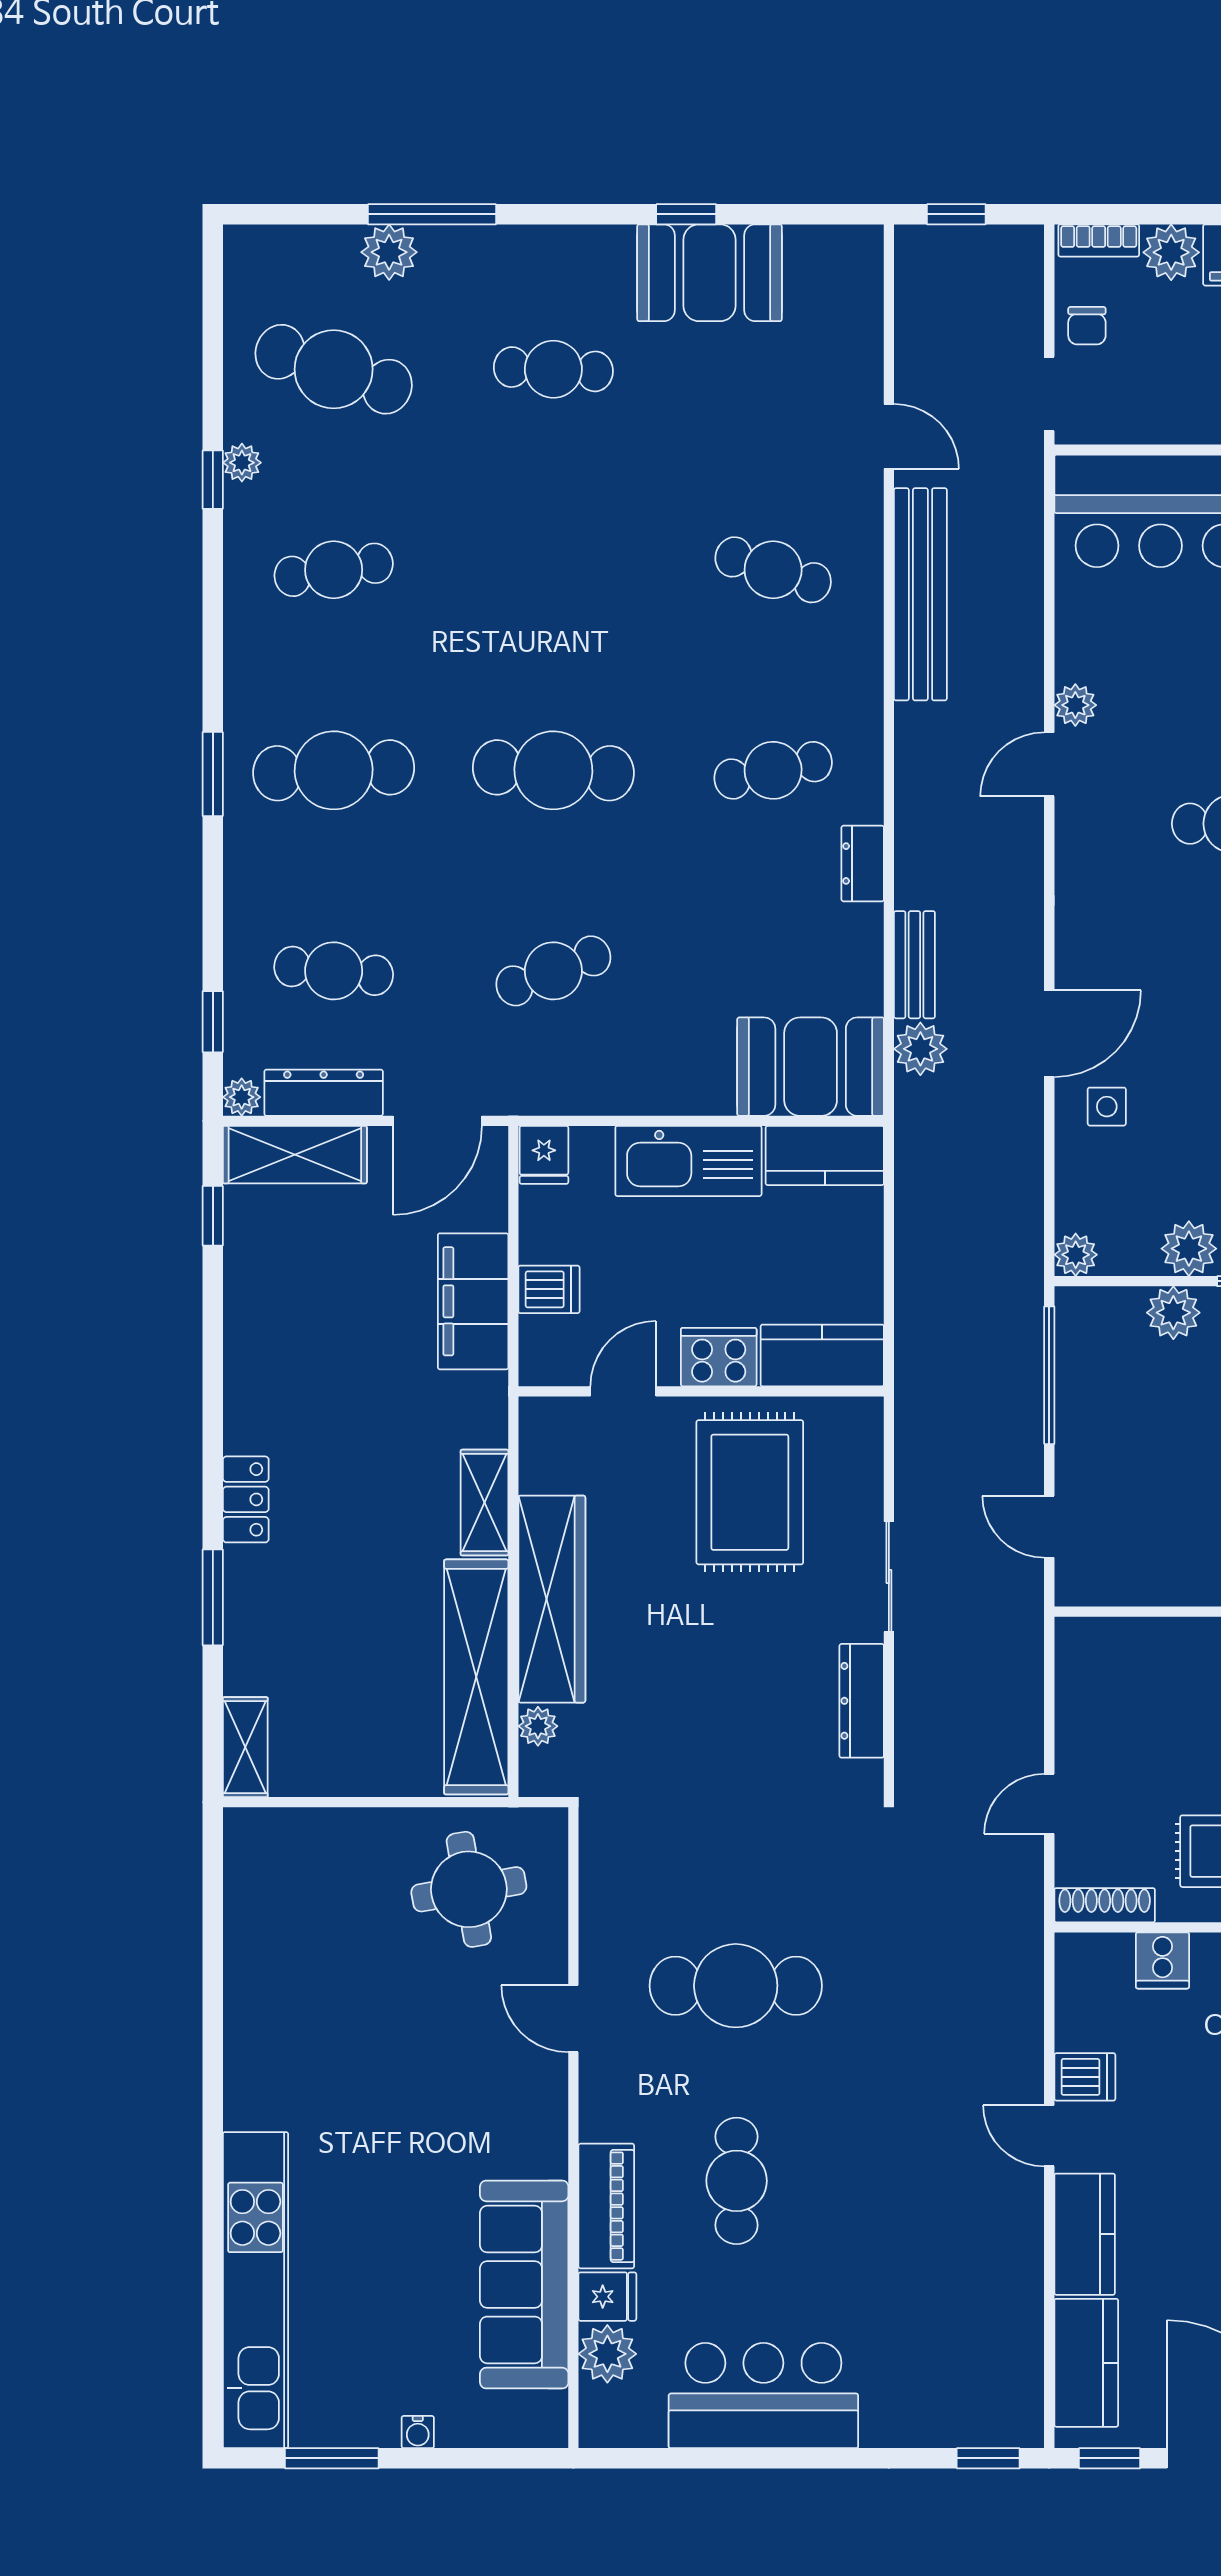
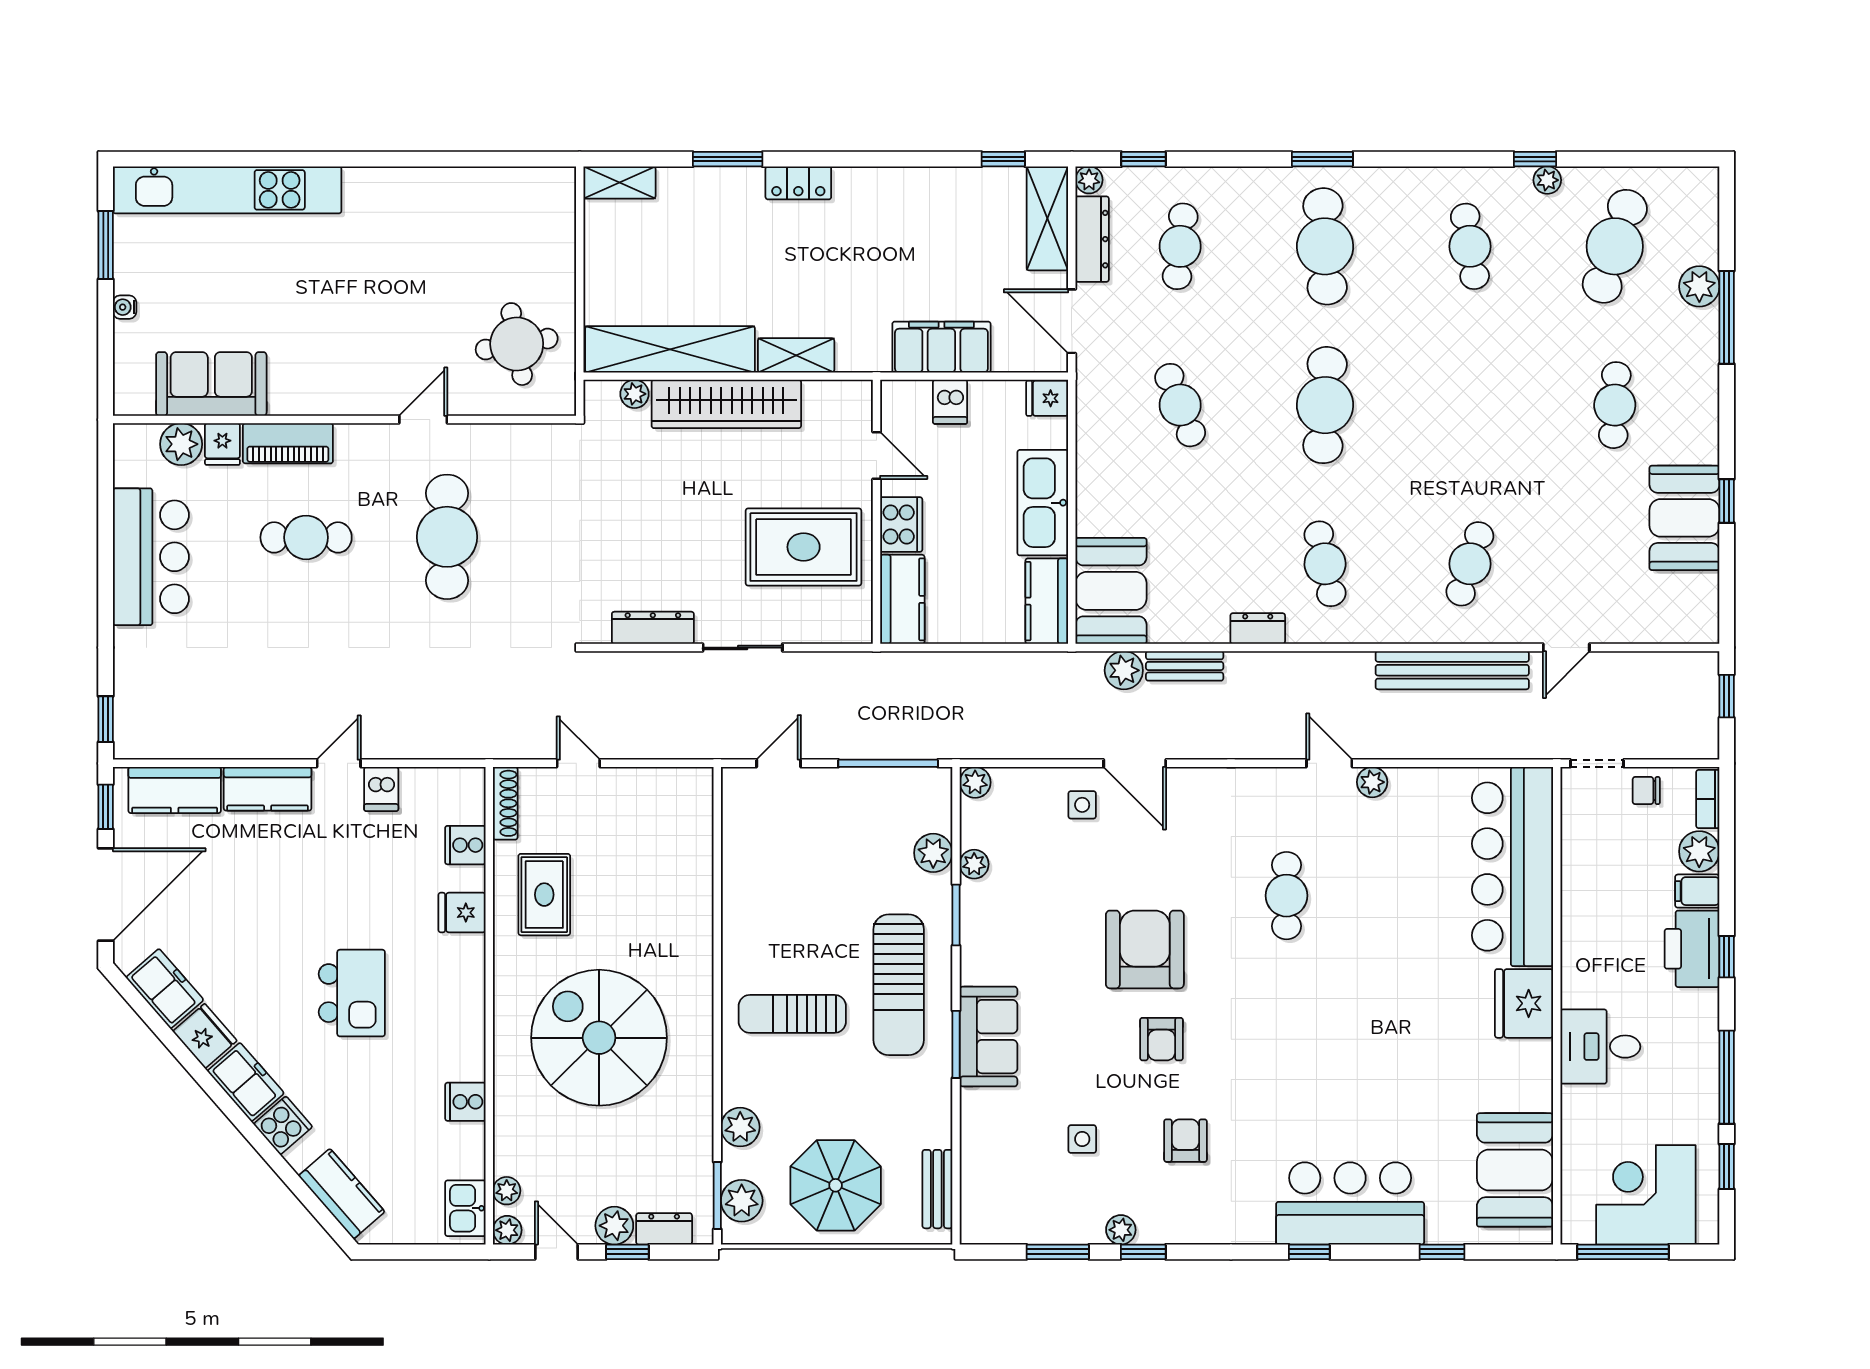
plant: (1189, 1249) -> (974, 864), width x0.73, depth x0.73
sofa: (524, 2284) -> (211, 384), width x0.73

